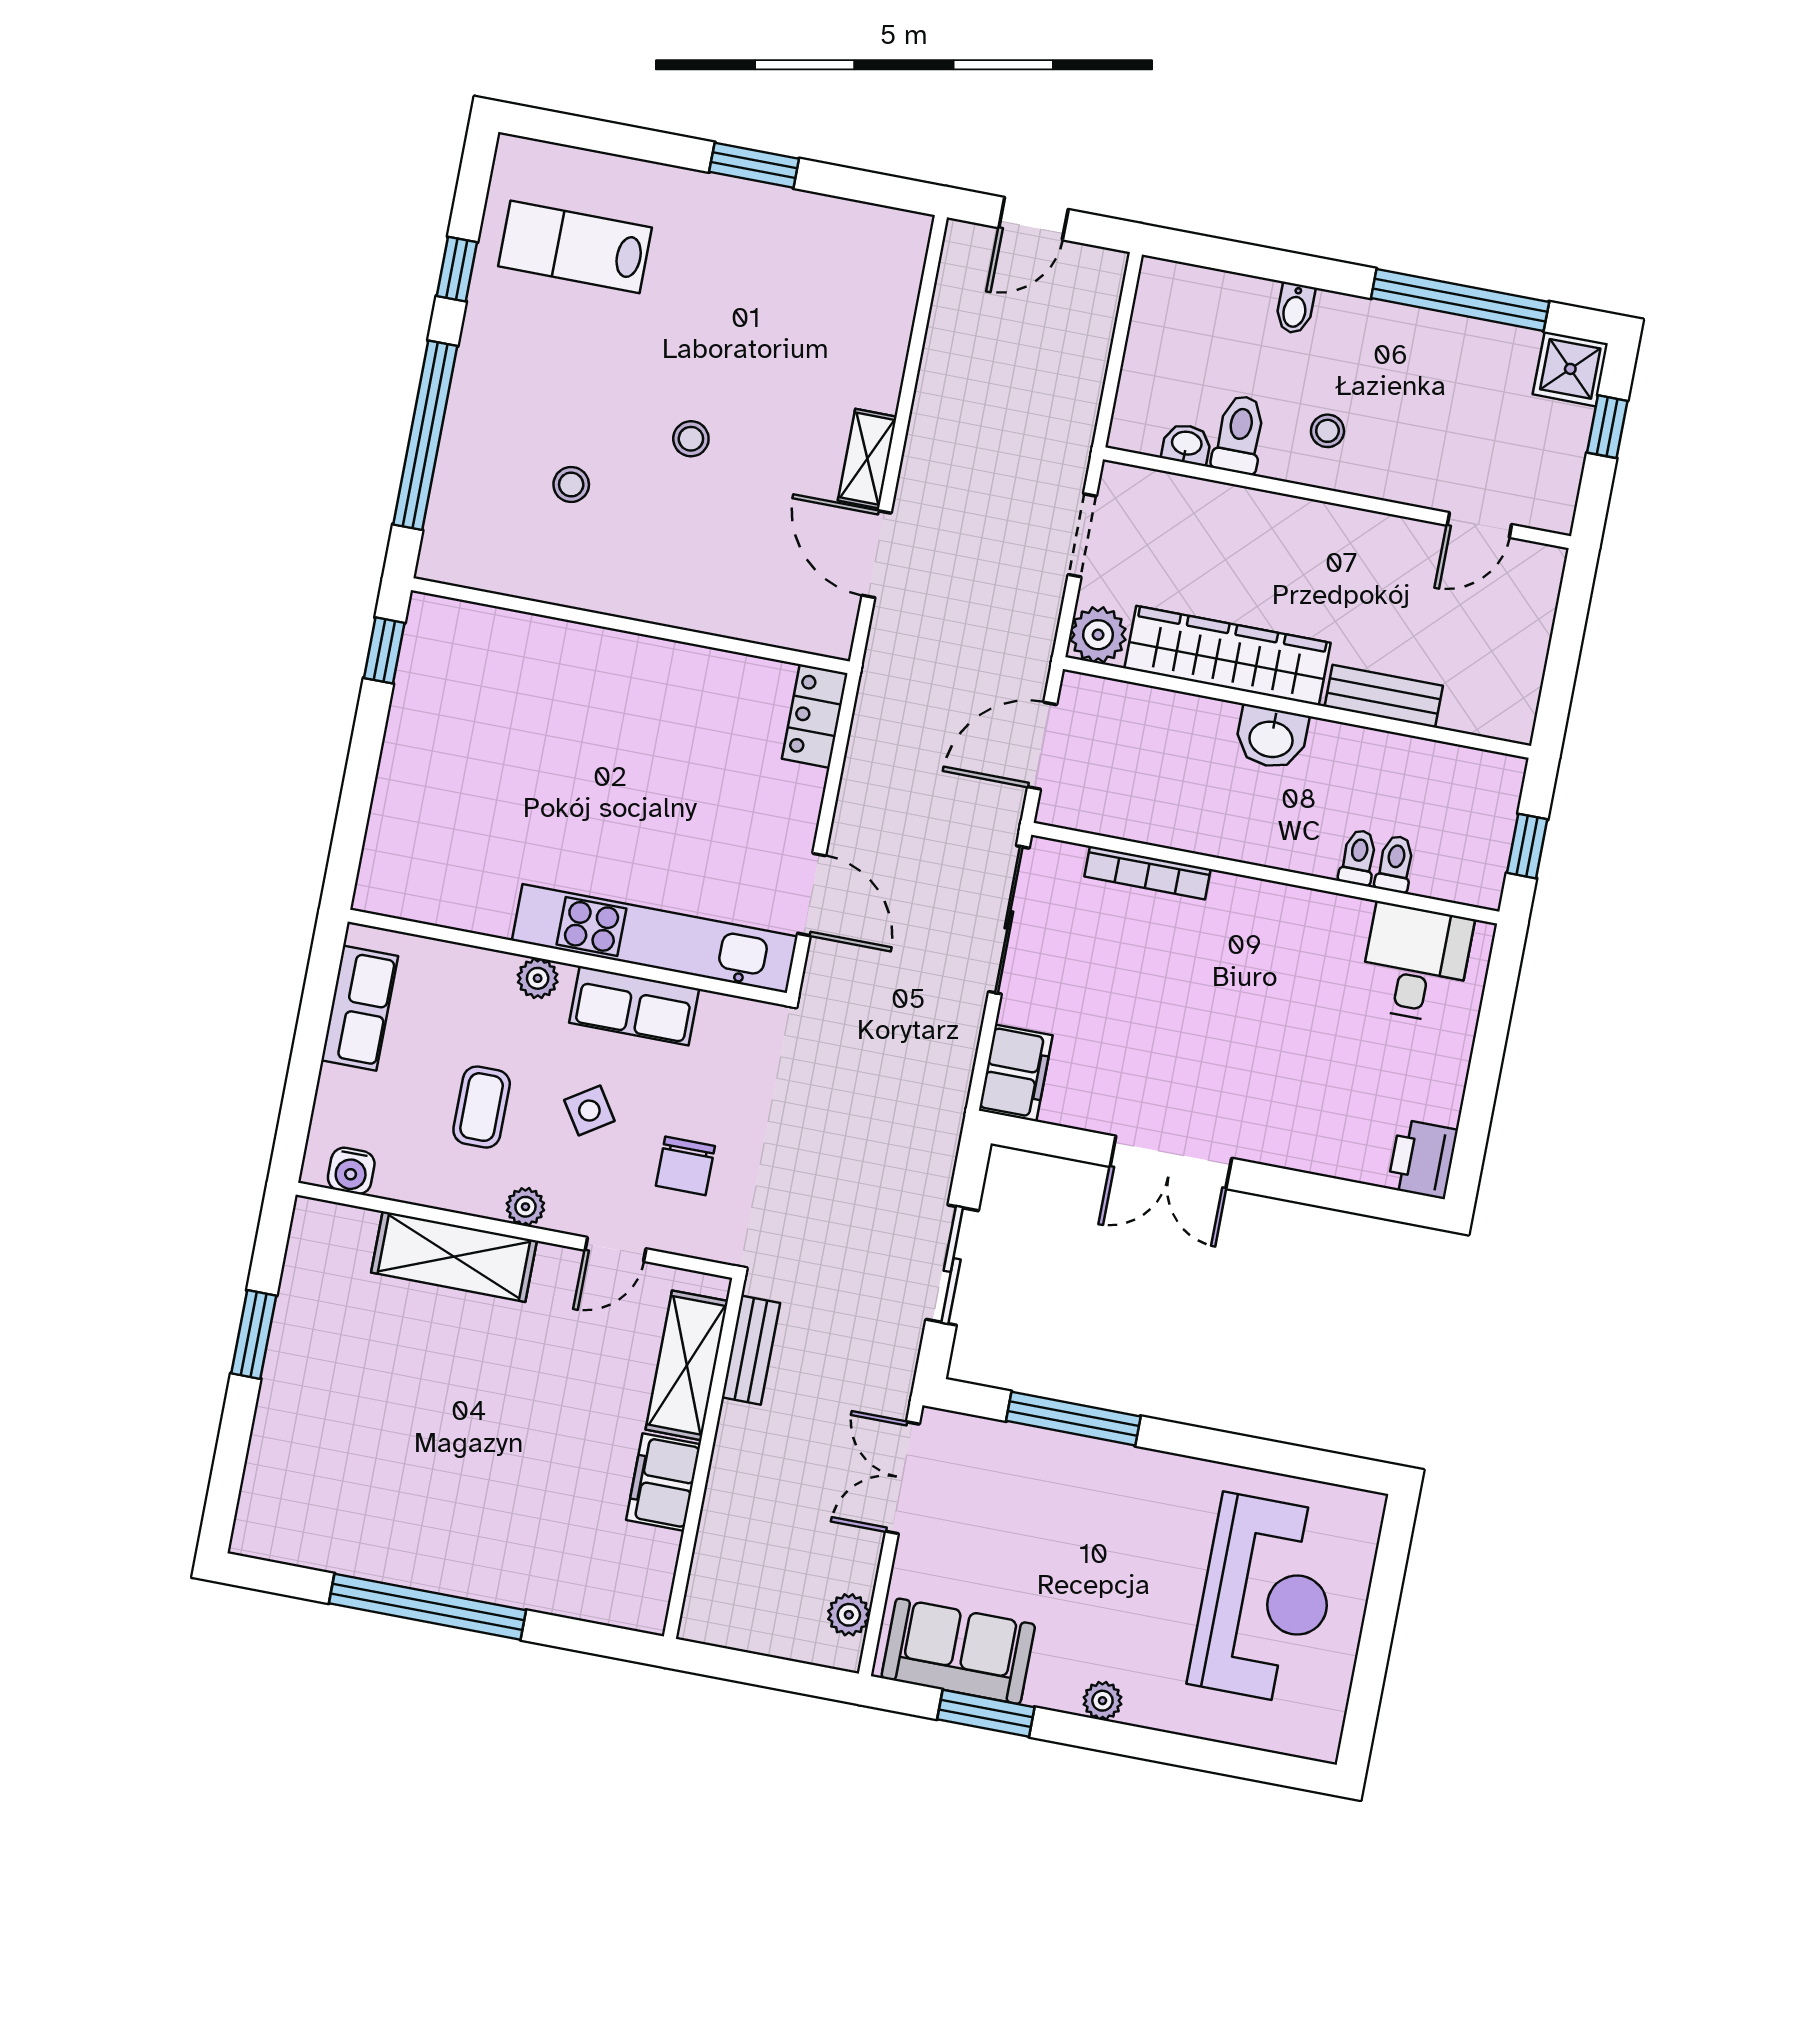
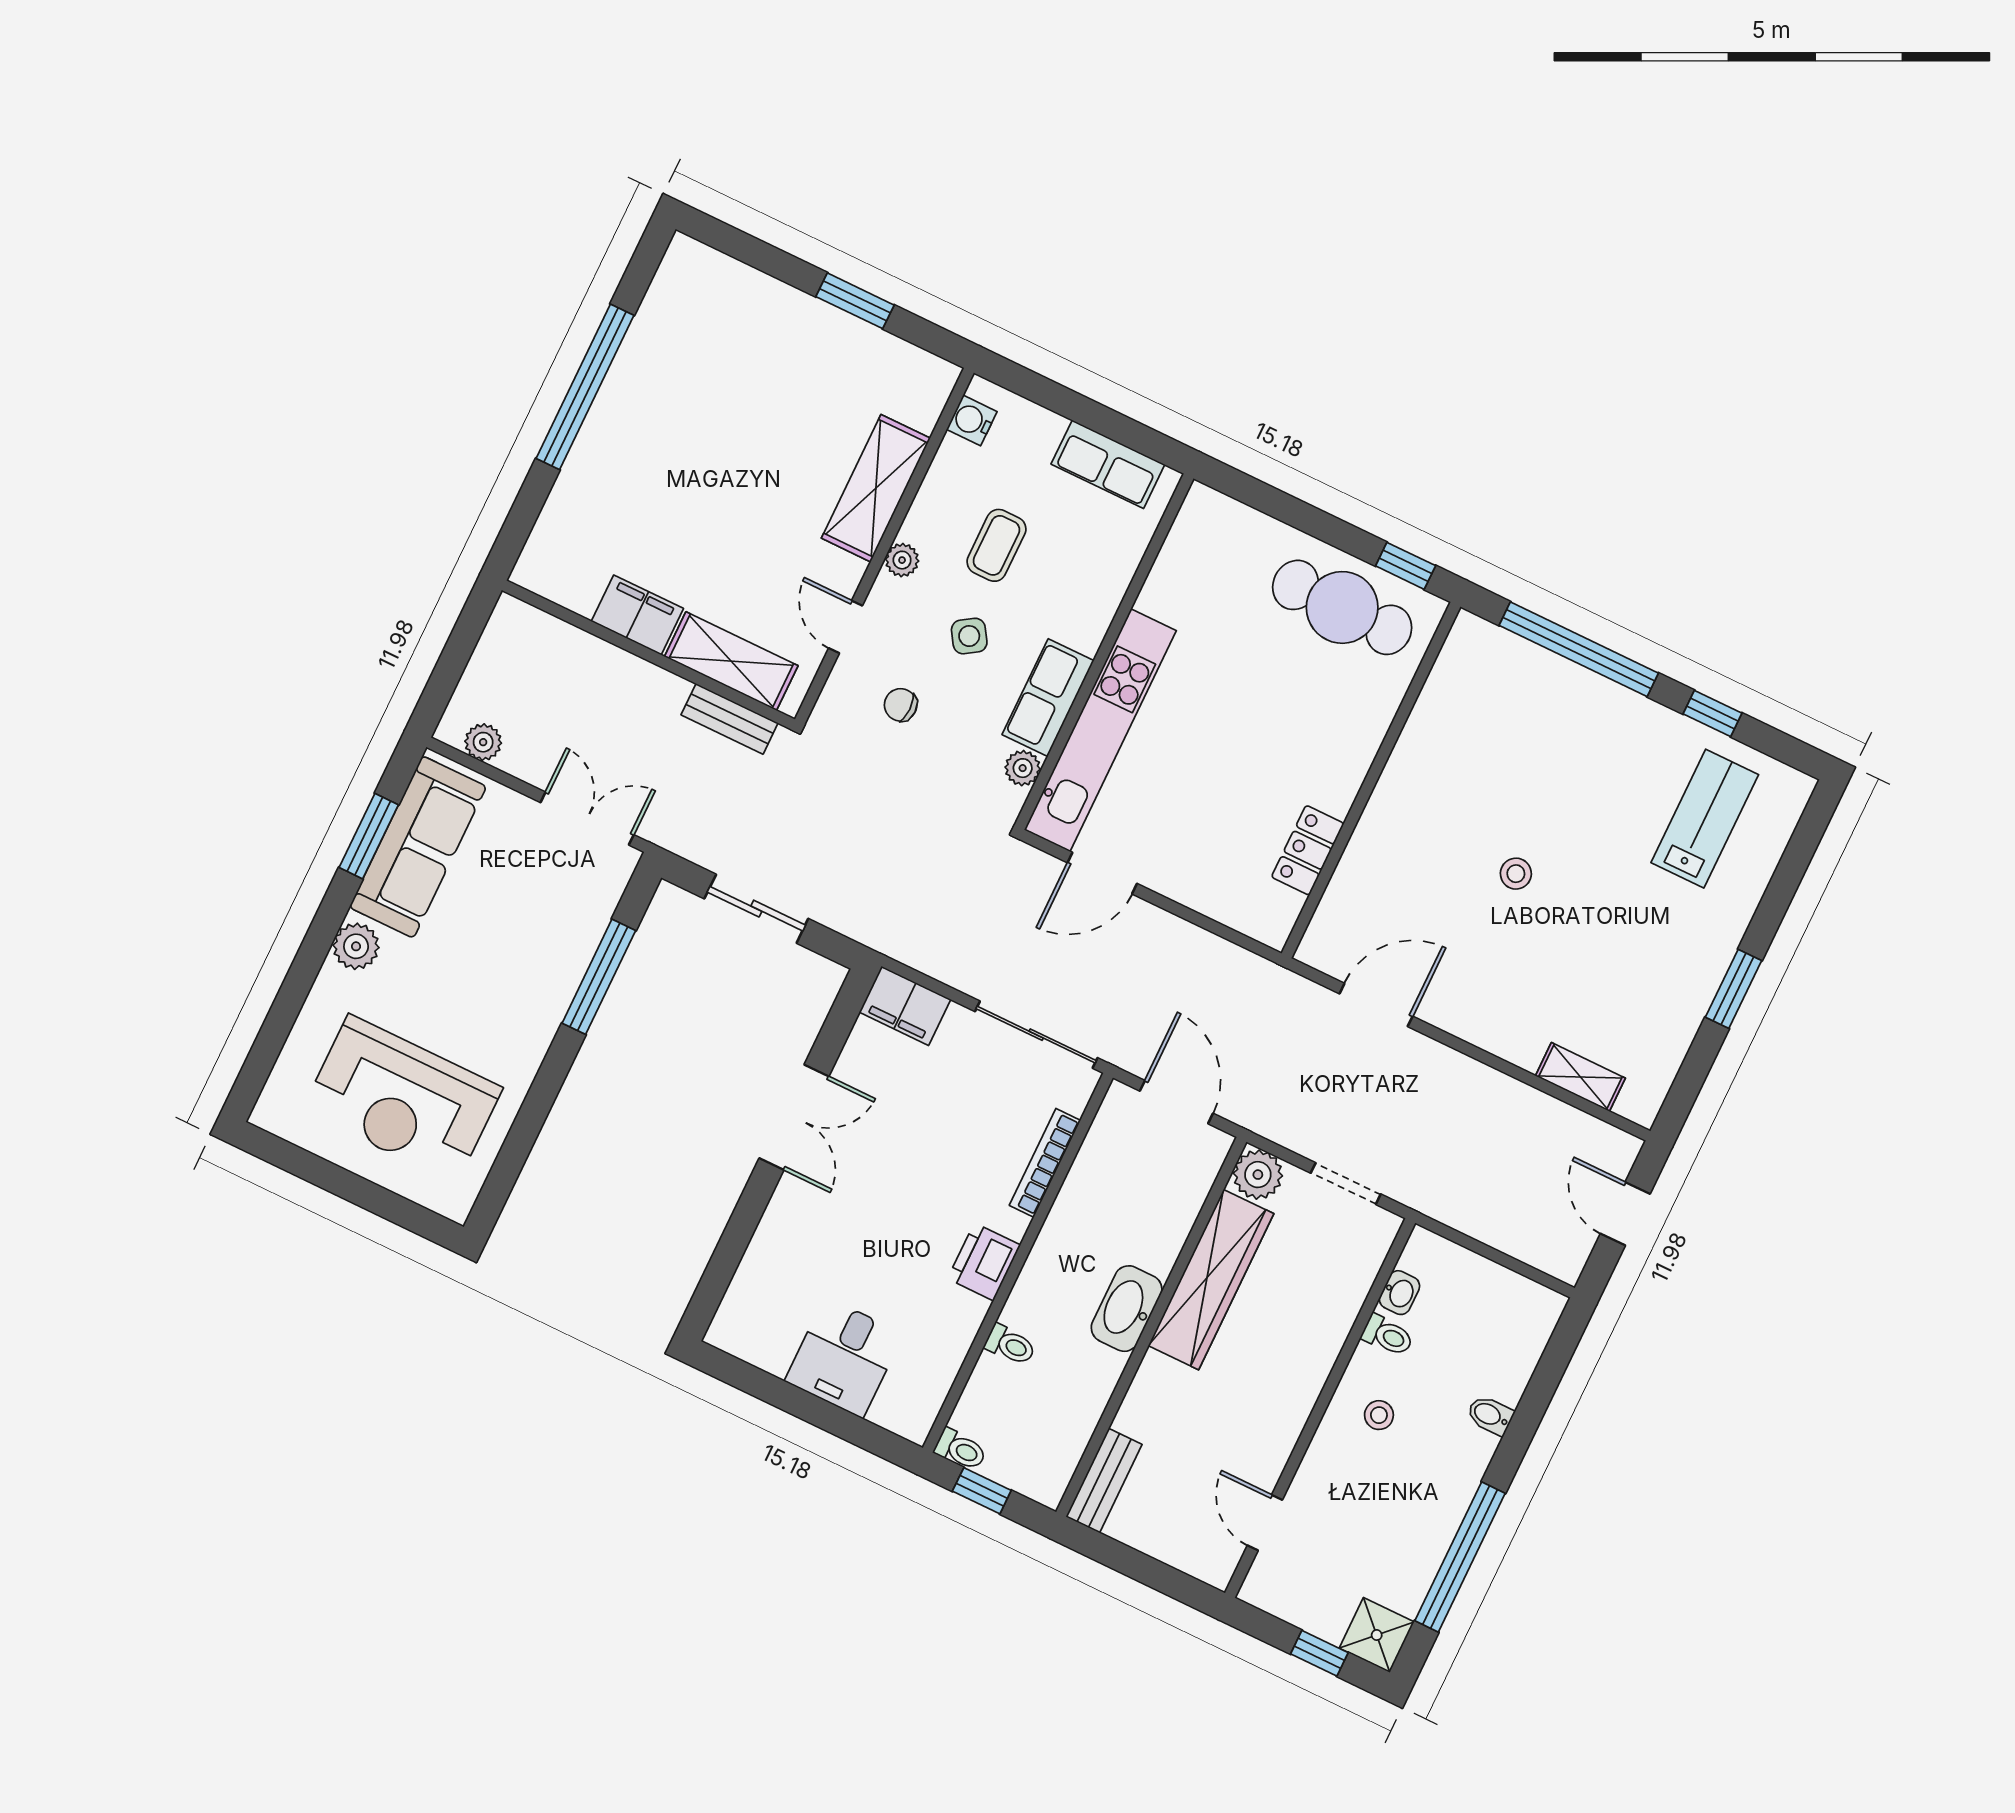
toilet: (1239, 434) -> (1387, 1335), width x0.73, depth x0.72
shelving: (867, 459) -> (1580, 1077), moved
stool: (571, 484) -> (1504, 762), removed
bench: (1384, 696) -> (1104, 1481), moved
cafe table: (449, 708) -> (1342, 607), added
locker: (815, 716) -> (1308, 850), moved, turned -90
washbasin: (1271, 738) -> (1127, 1309), width x1.38
toilet: (1395, 864) -> (961, 1450), moved
desk: (1416, 963) -> (844, 1357), moved, turned 90
plant: (538, 978) -> (1023, 768), moved
coffee table: (482, 1107) -> (996, 545), turned 90
printer: (1422, 1159) -> (984, 1262), moved, turned -90
double door: (1171, 1162) -> (794, 1117), swing flipped
chair: (685, 1166) -> (901, 705), width x0.73, depth x0.73
sofa: (958, 1651) -> (418, 847), width x1.36
plant: (1102, 1701) -> (356, 946), width x1.38, depth x1.38

